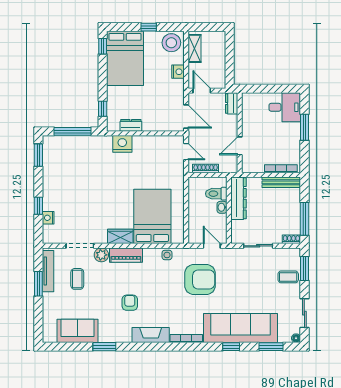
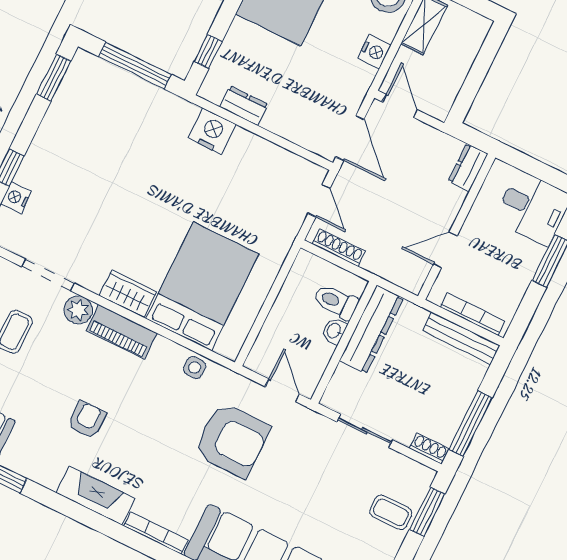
dresser: (232, 103) -> (468, 168), moved
wall: (240, 133) -> (457, 227), moved
door: (240, 146) -> (445, 250), moved

